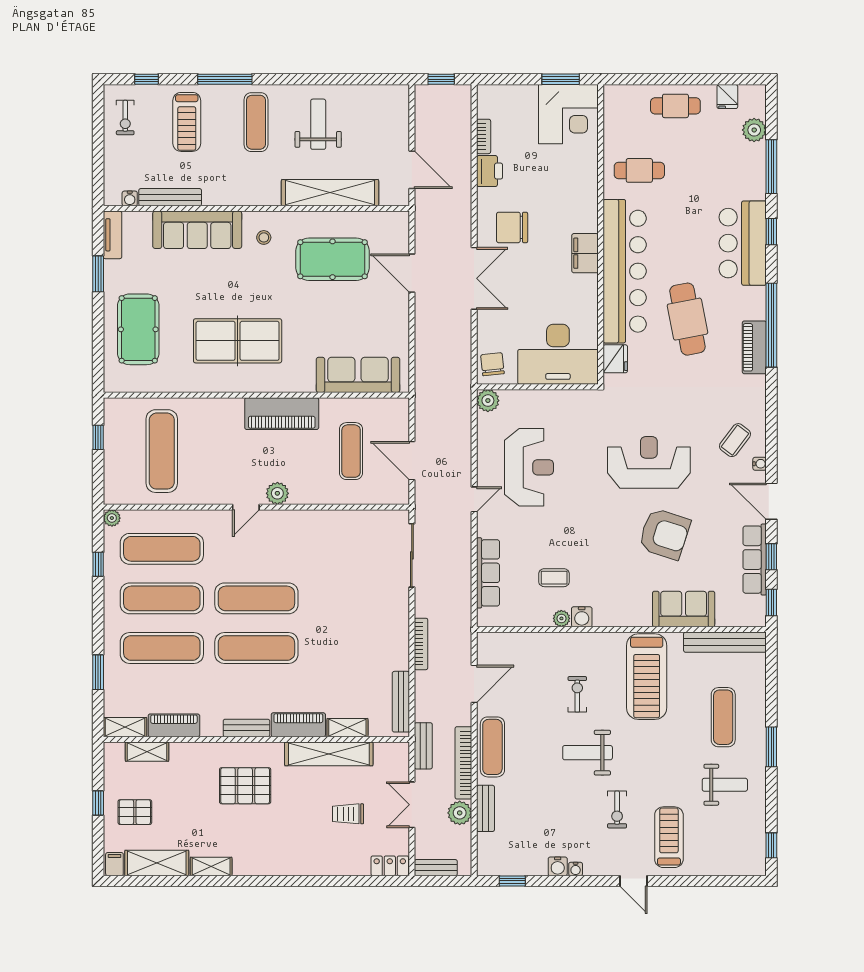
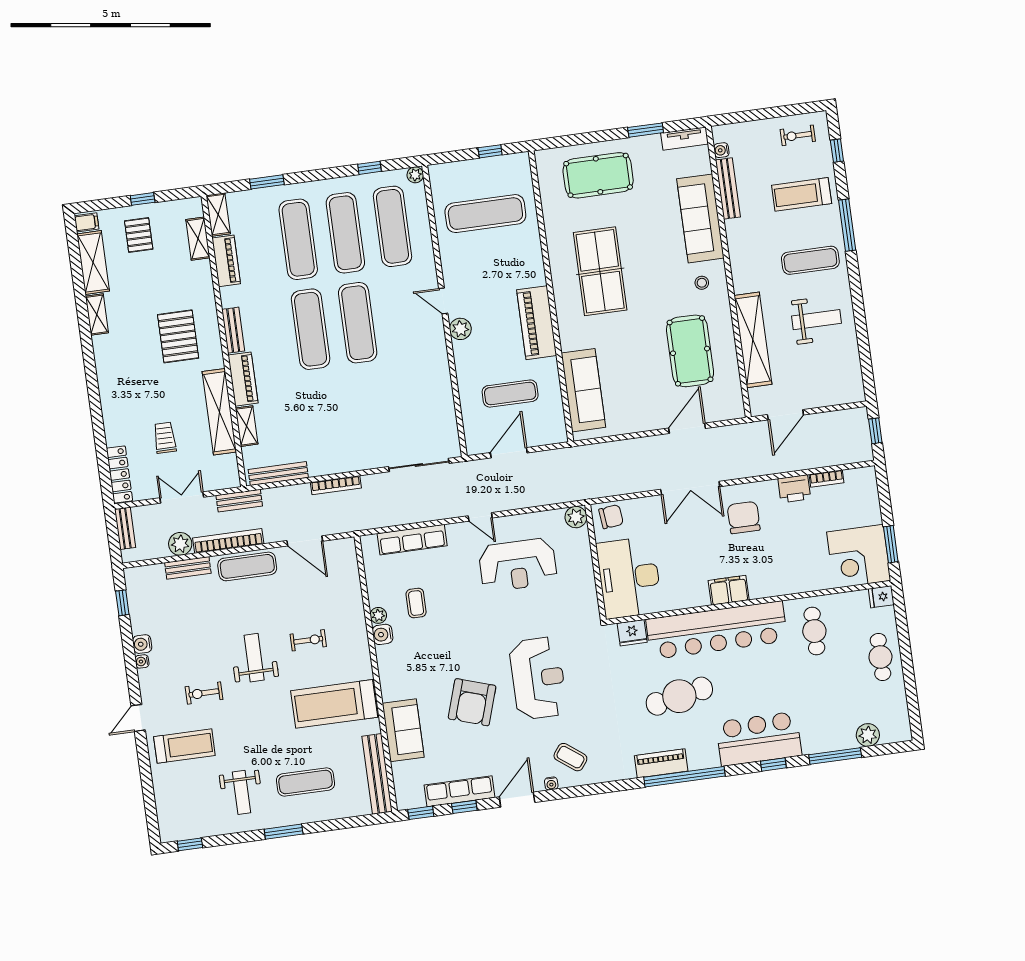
fridge: (727, 97) -> (881, 597), moved
locker: (390, 866) -> (119, 475), width x1.53

